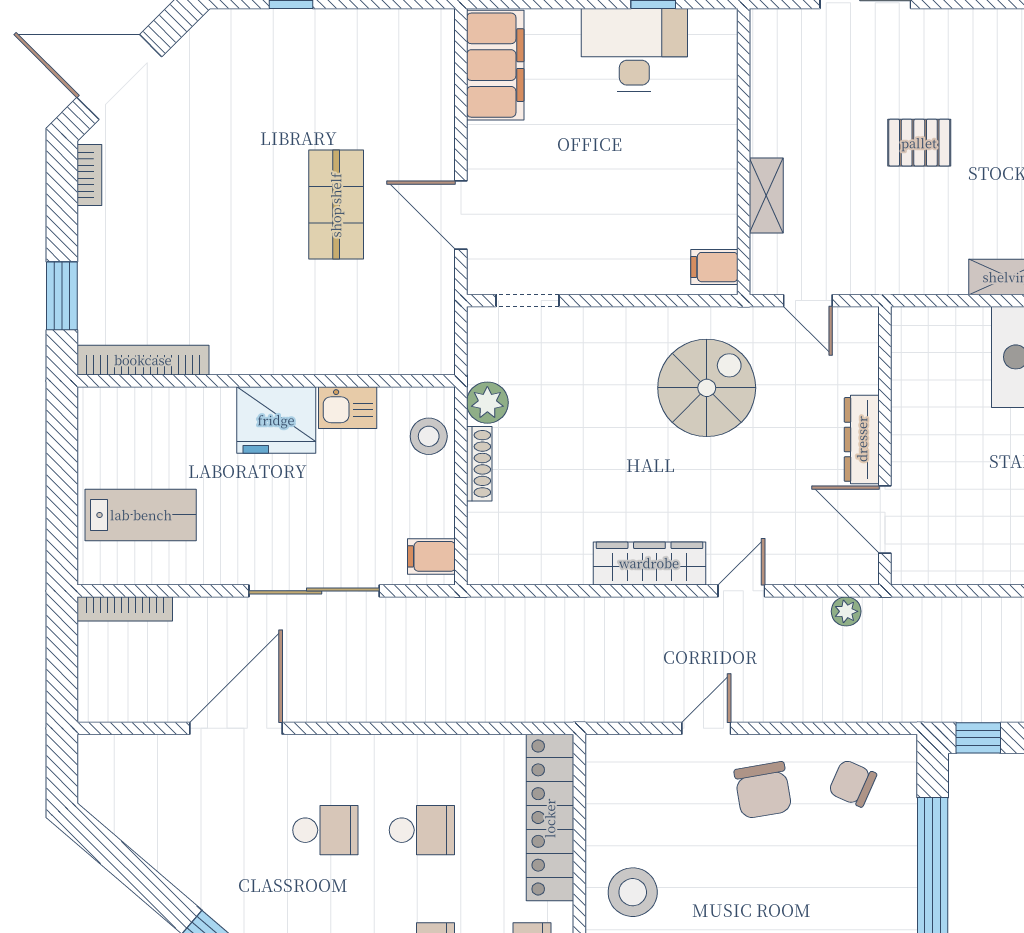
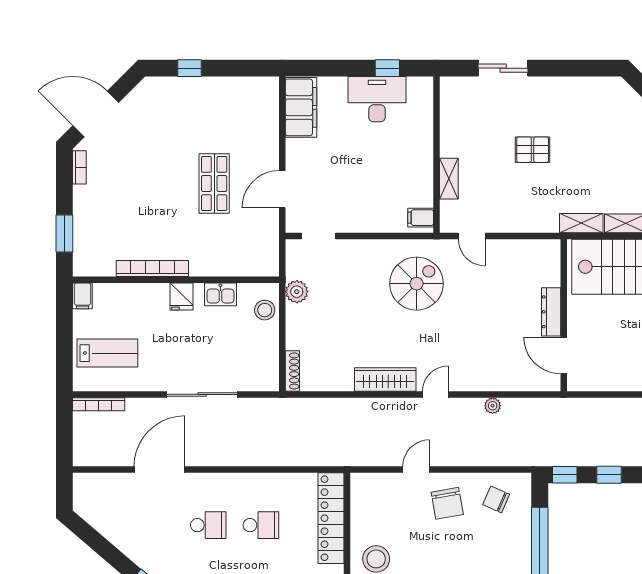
door: (461, 215) -> (282, 189), hinge flipped
bookcase: (143, 360) -> (152, 268), moved
fridge: (276, 420) -> (181, 297), width x0.53, depth x0.75
dresser: (862, 439) -> (551, 312), moved
wall: (885, 446) -> (564, 315), moved
shoe rack: (479, 464) -> (292, 371), moved
door: (885, 520) -> (564, 356), moved
filing cabinet: (431, 556) -> (82, 296), moved, turned -90

